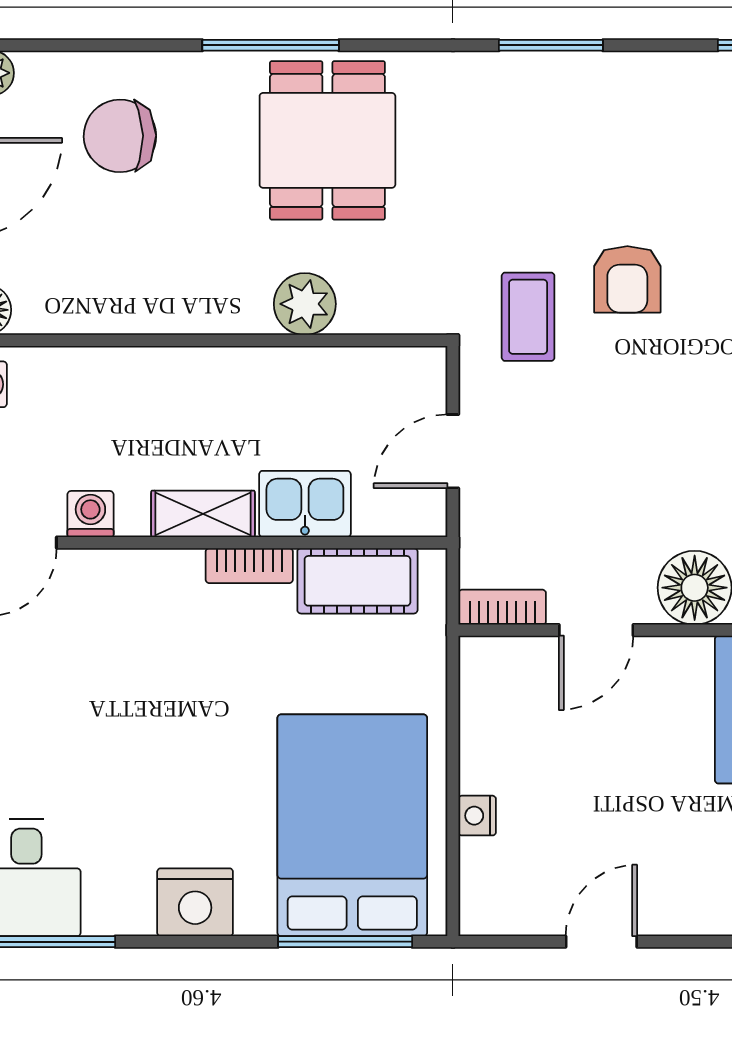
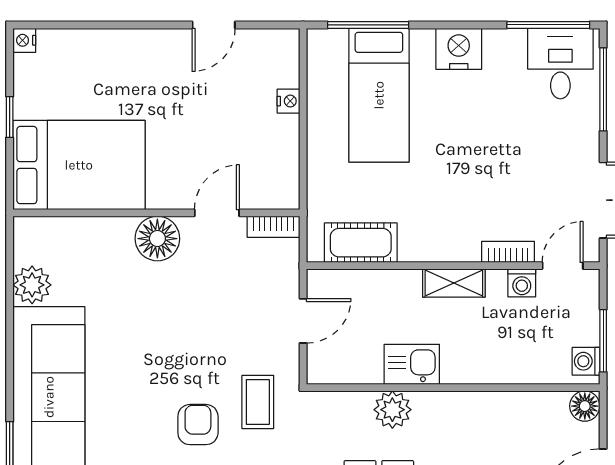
kitchen sink: (305, 504) -> (412, 364), moved, turned 180
bookcase: (249, 566) -> (508, 252), moved
bed: (352, 825) -> (379, 95), width x0.67

